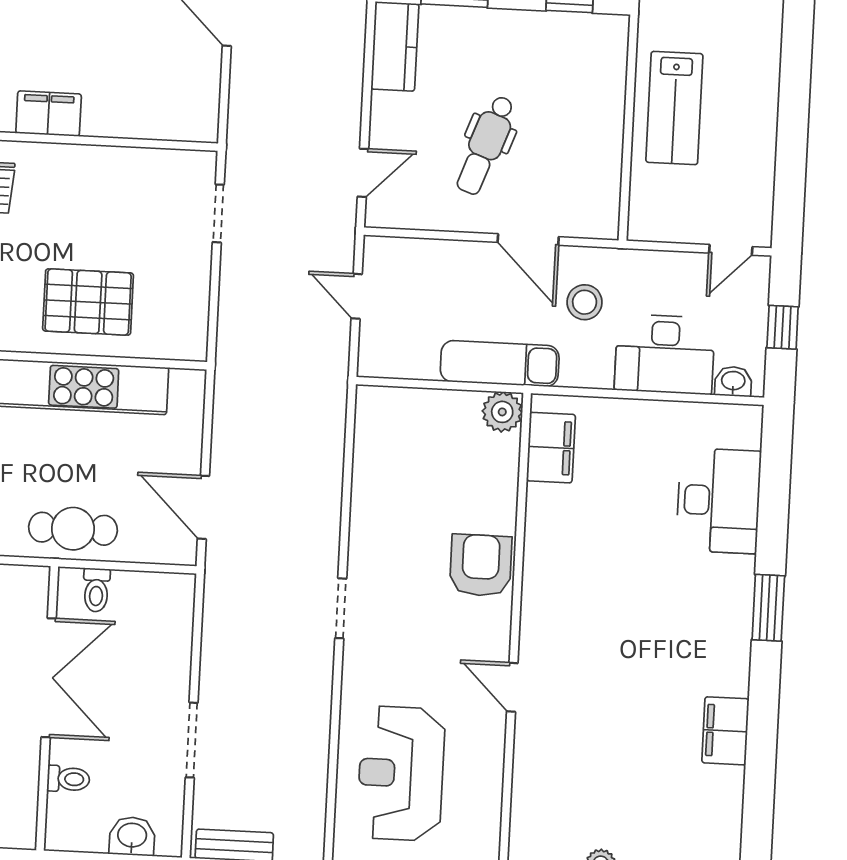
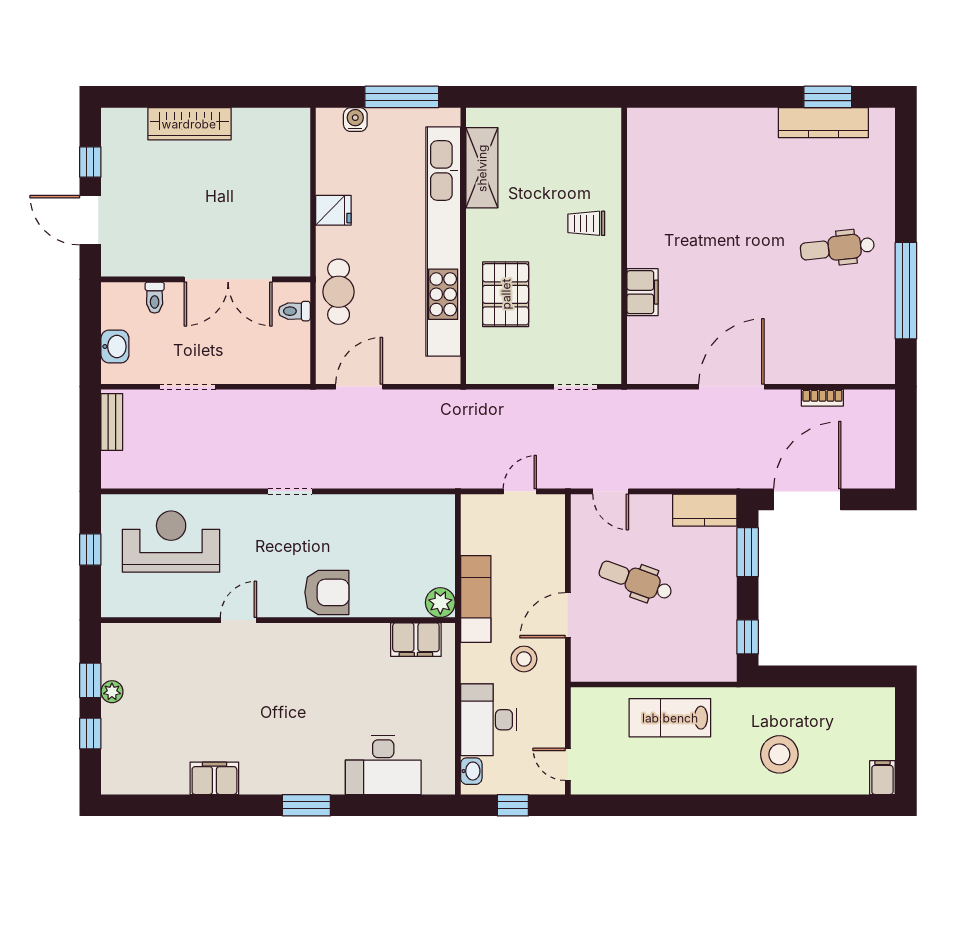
filing cabinet: (49, 114) -> (642, 292), moved

